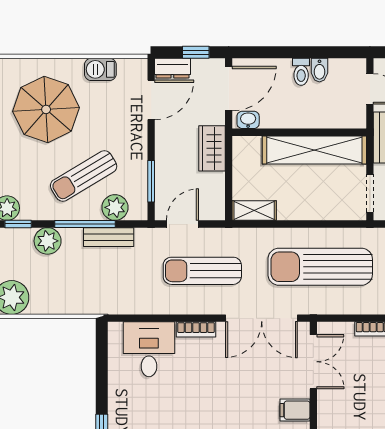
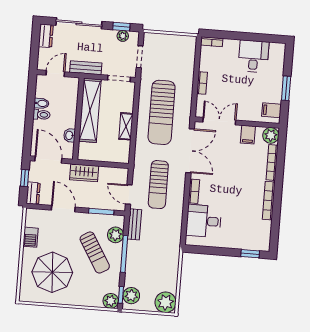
door: (151, 100) -> (63, 209), moved
washbasin: (248, 120) -> (69, 135), moved
shelving: (254, 211) -> (126, 126), moved
bench: (109, 237) -> (134, 224), moved
plant: (48, 241) -> (131, 296), moved

